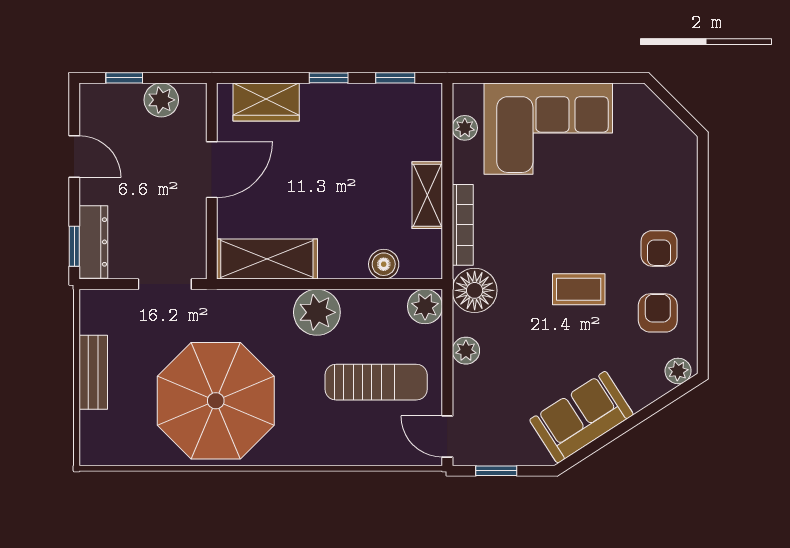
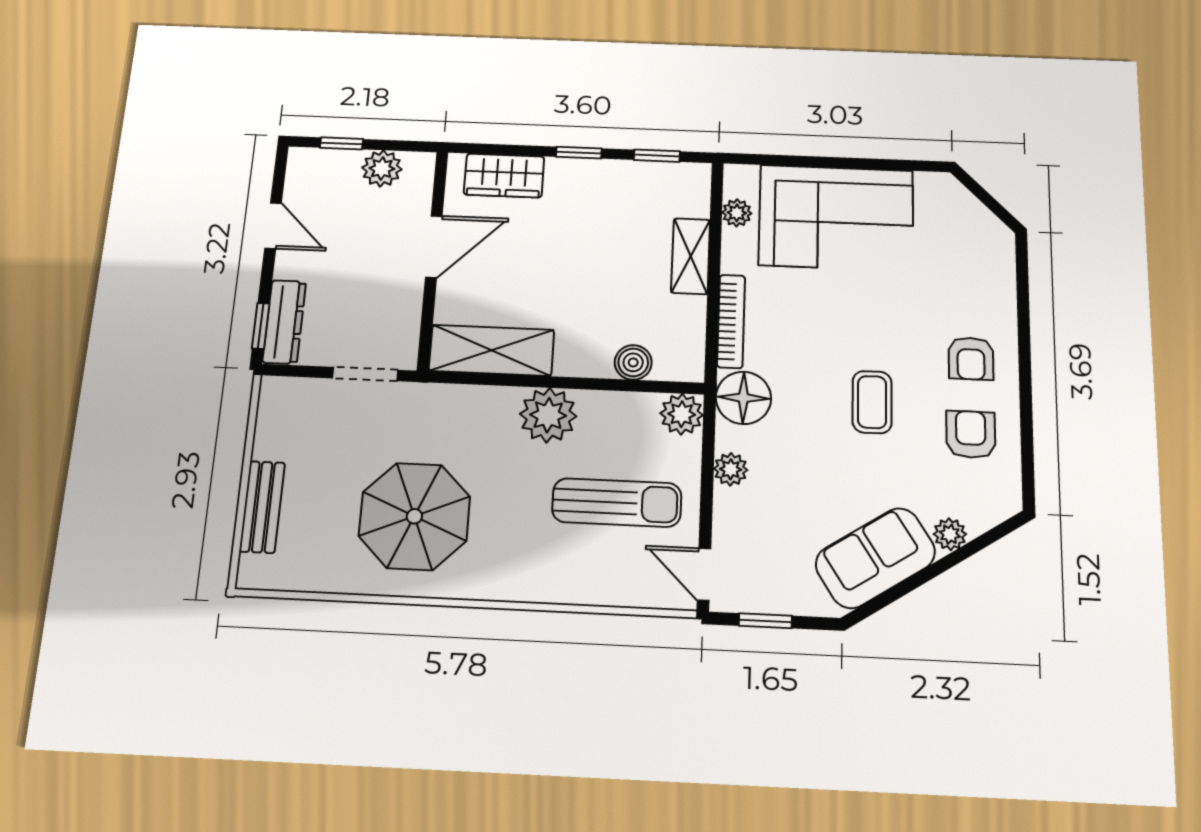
shelving: (427, 195) -> (691, 256), moved
coffee table: (579, 289) -> (872, 402), turned 90
plant: (678, 371) -> (950, 534), moved
bench: (93, 372) -> (262, 507), moved
parasol: (216, 401) -> (414, 516), width x0.73, depth x0.73

